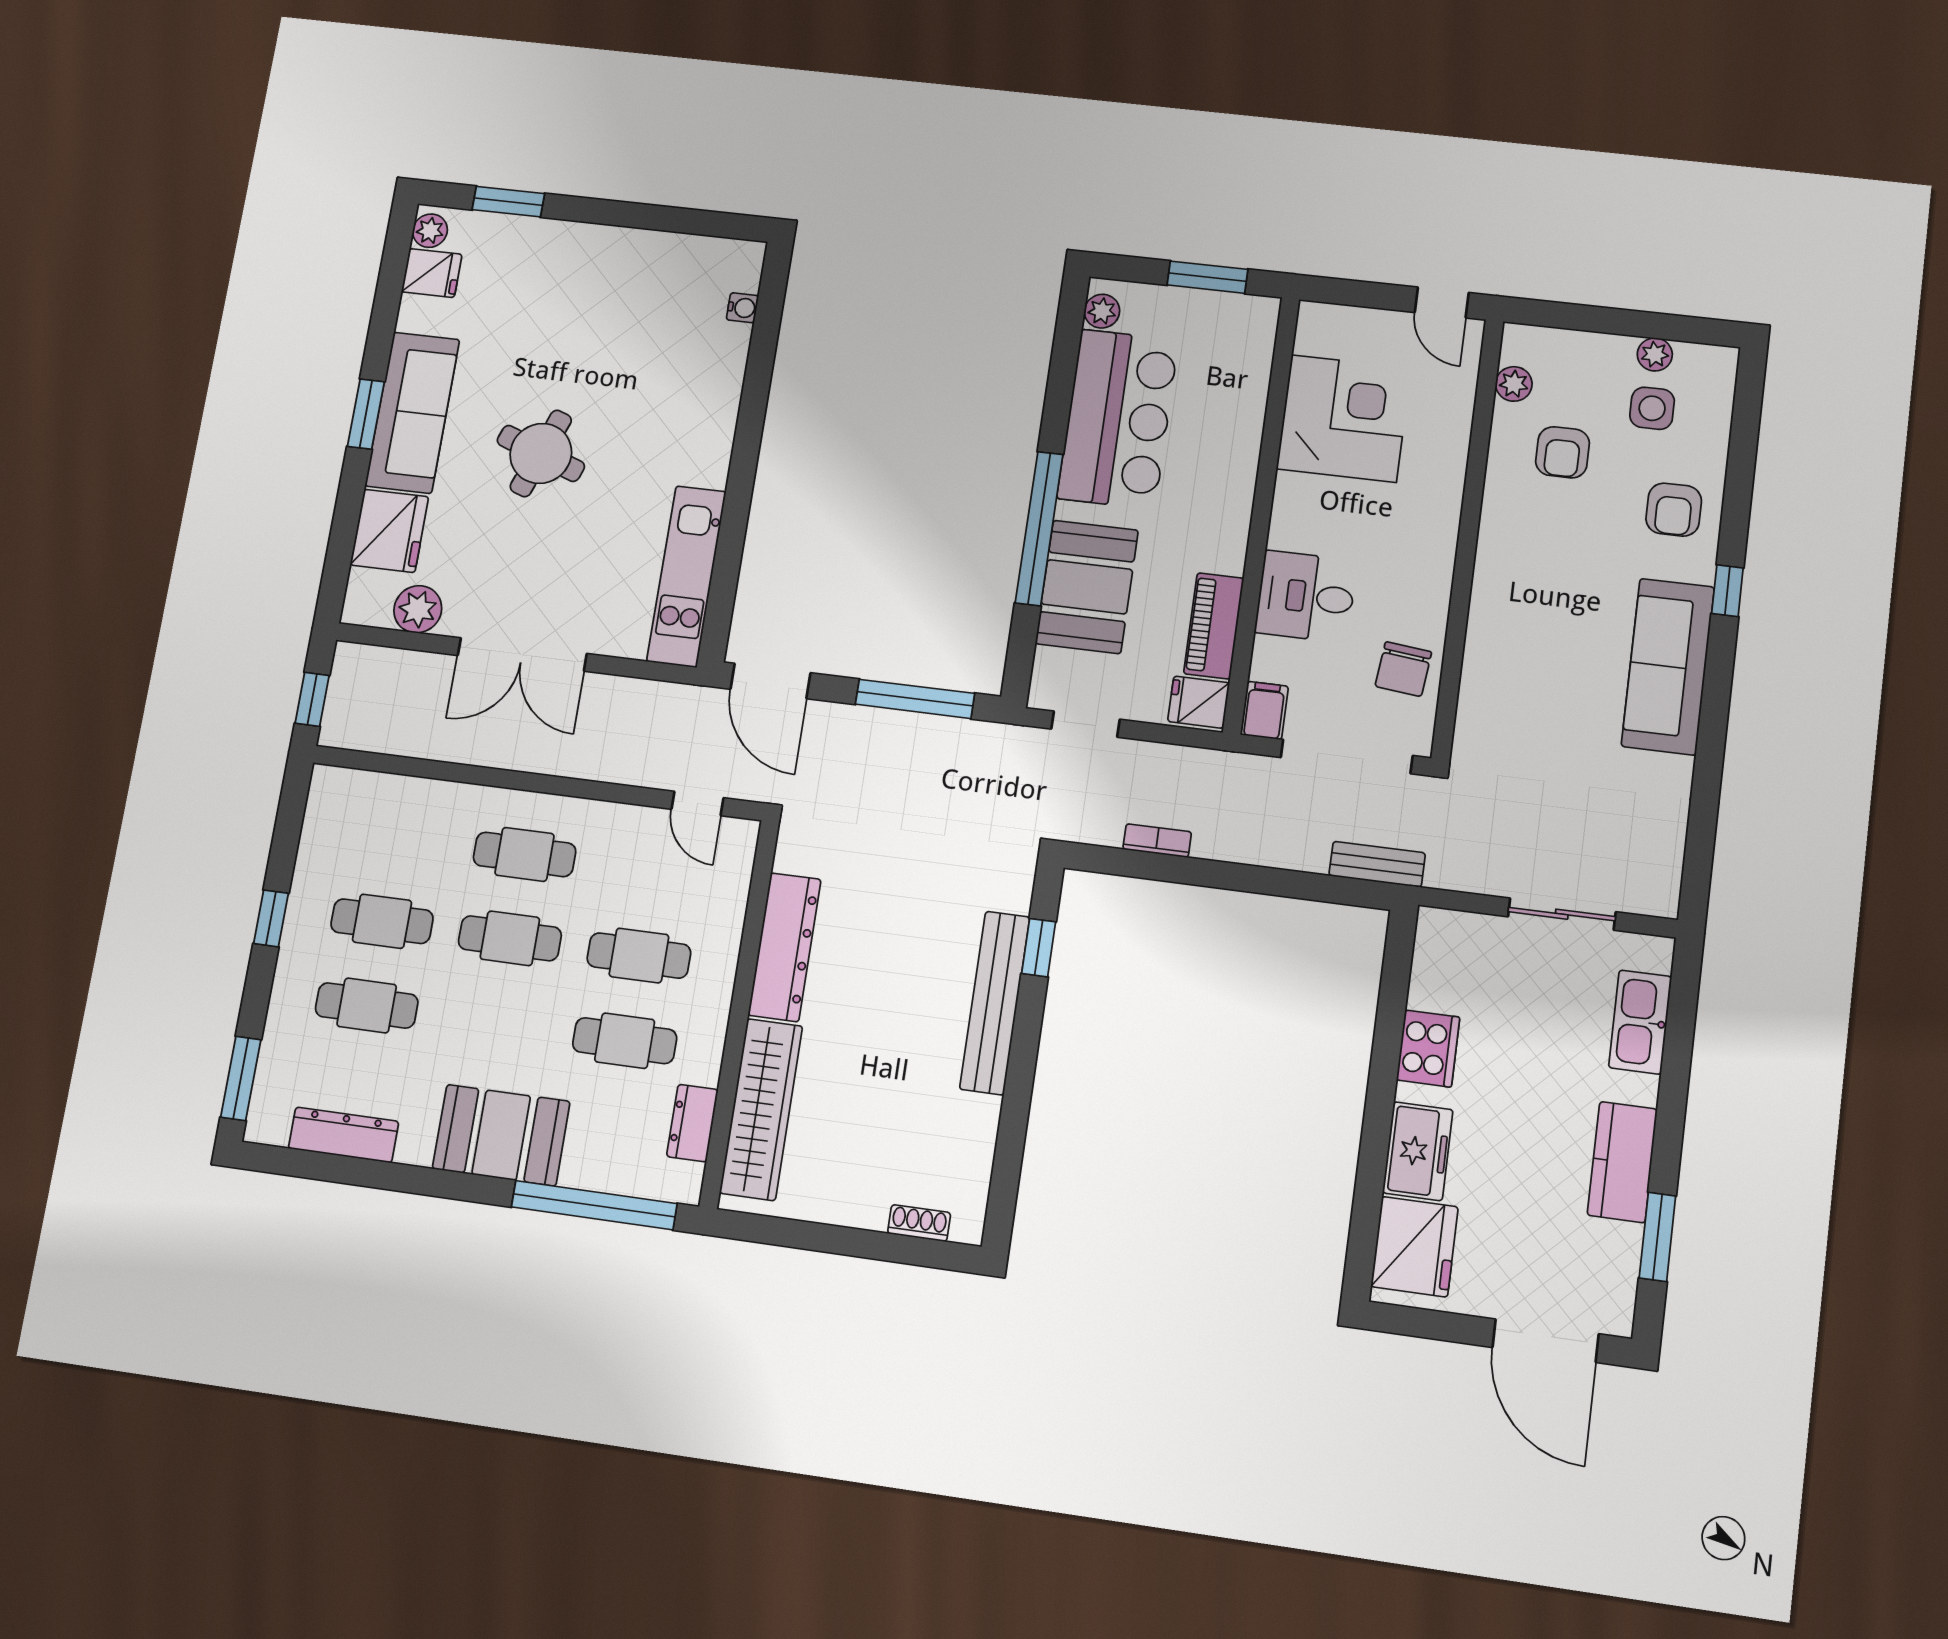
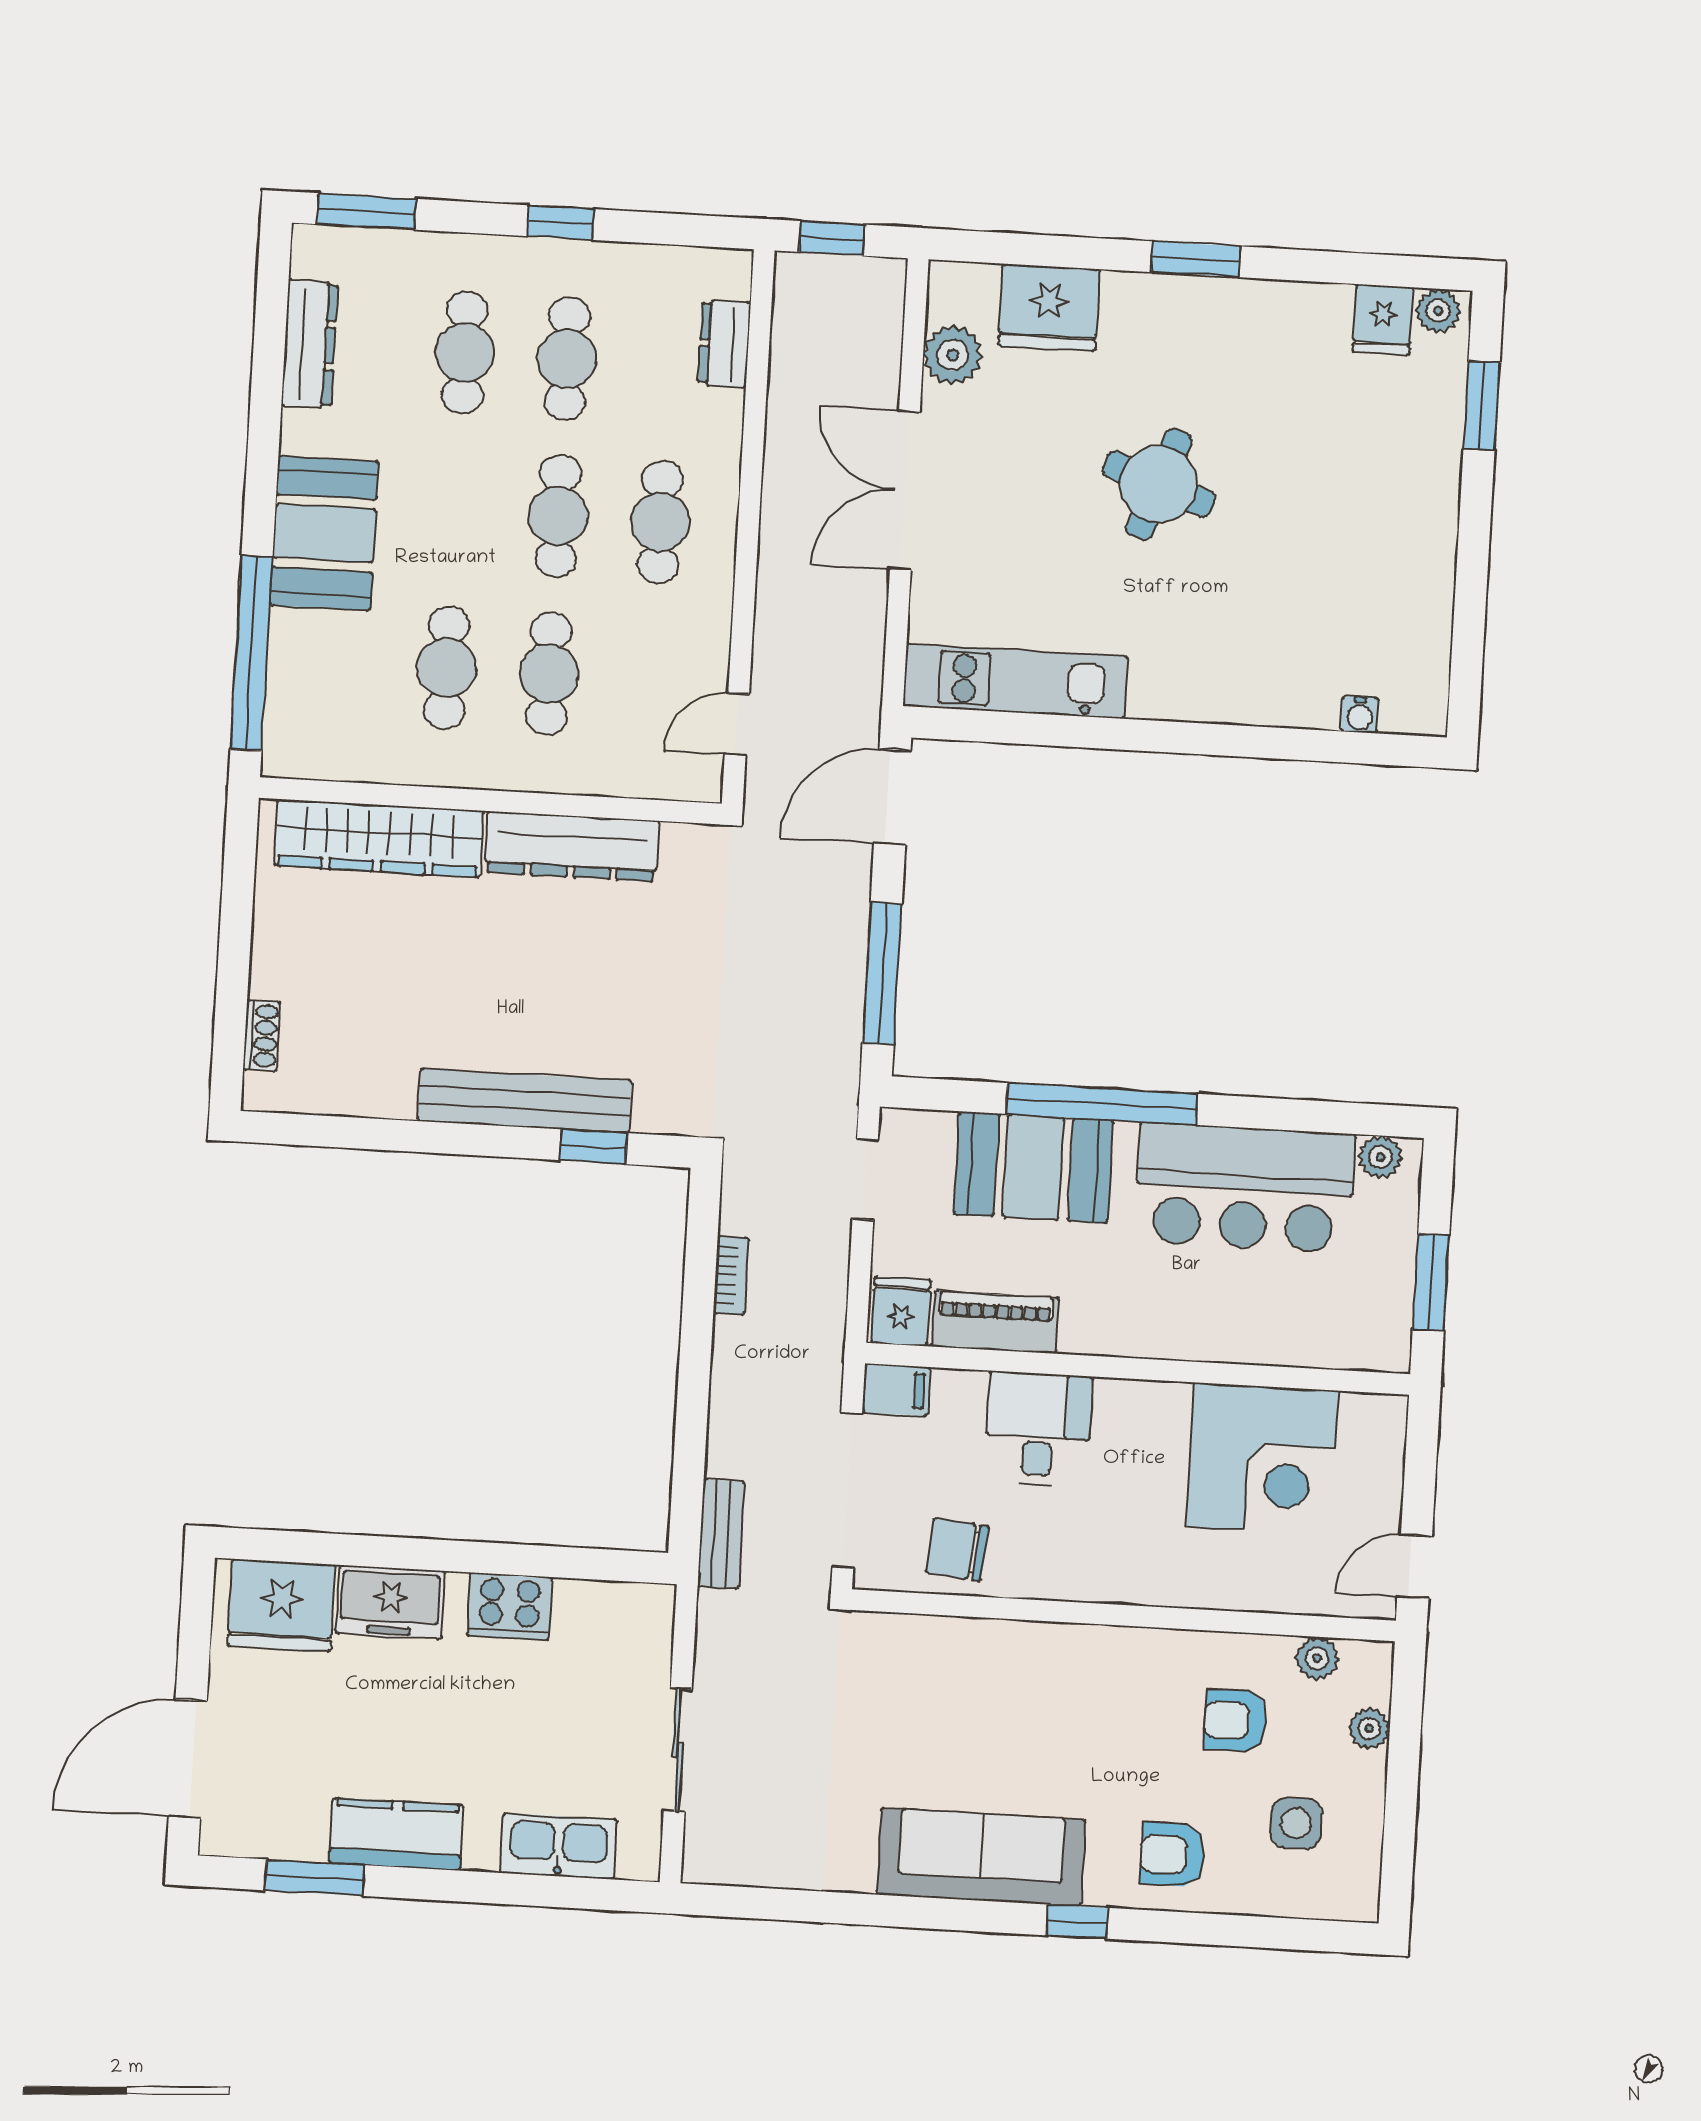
plant: (1655, 354) -> (1369, 1728), moved
sofa: (412, 413) -> (1201, 318), removed
dresser: (692, 1123) -> (724, 344), moved, turned -90

